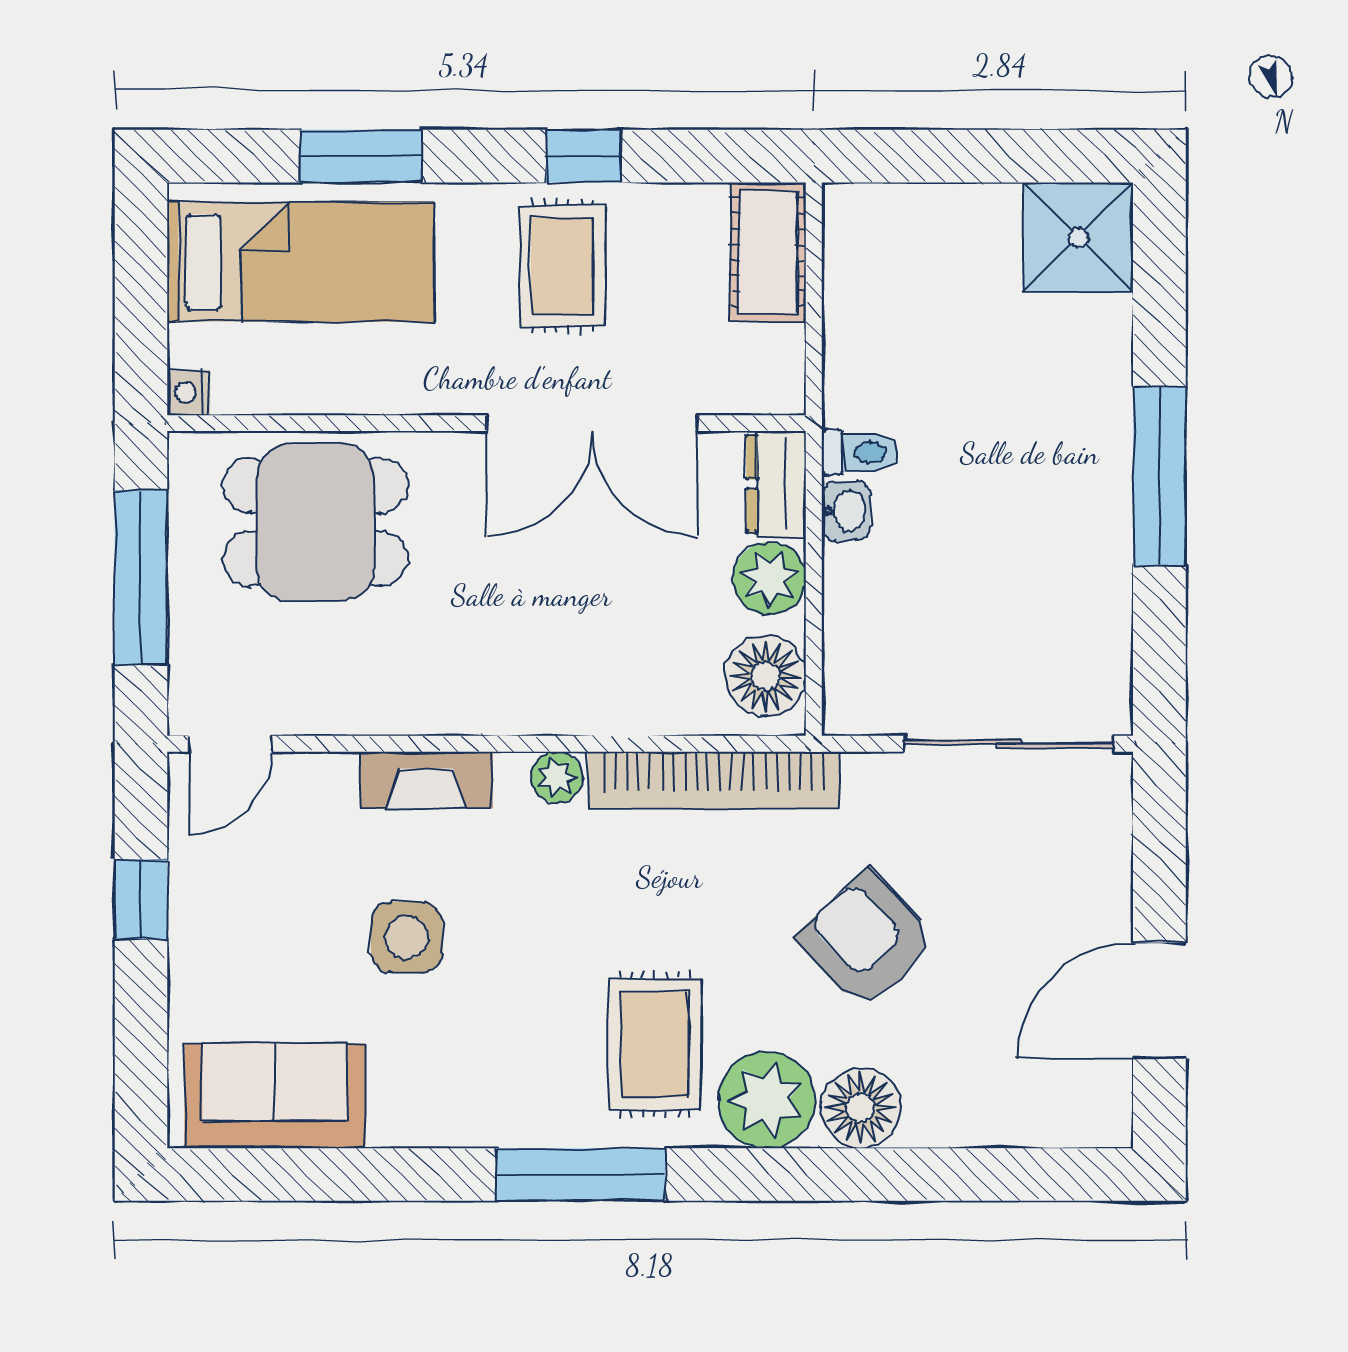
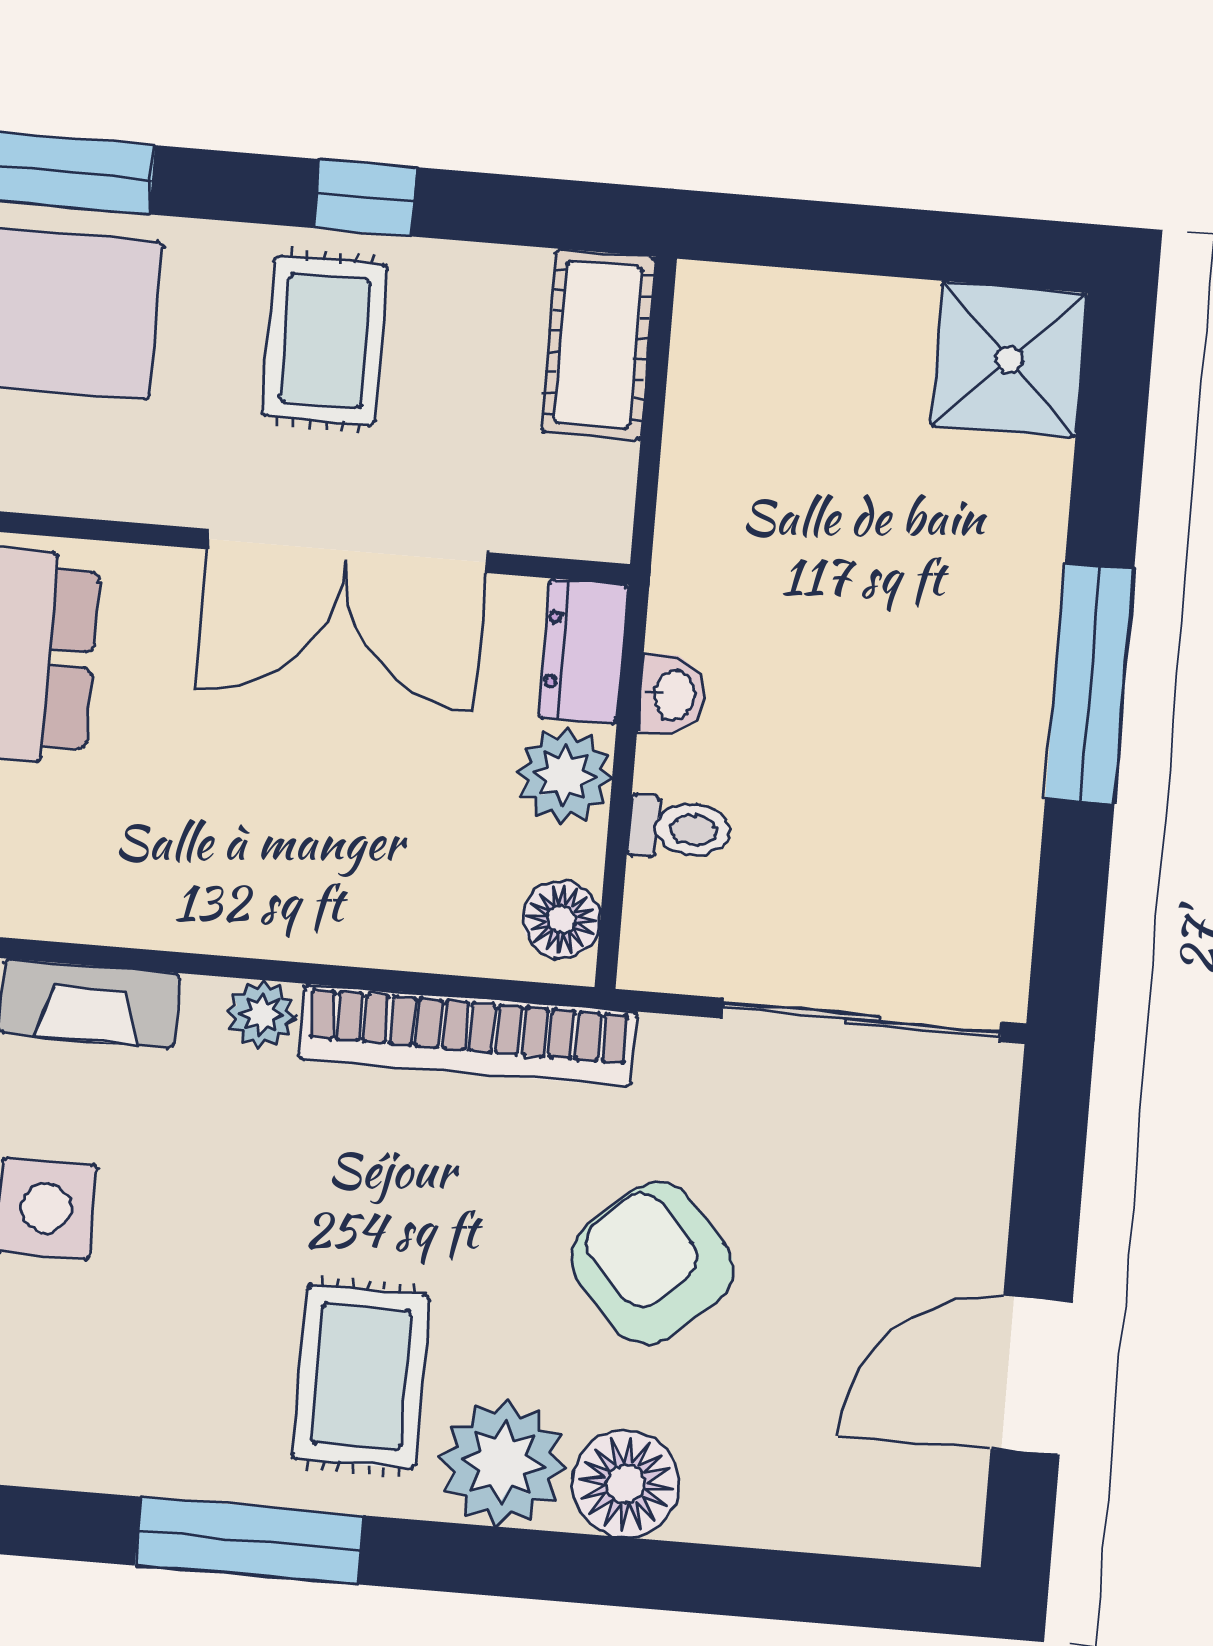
toilet: (860, 452) -> (679, 829), moved
floor lamp: (766, 676) -> (562, 919), width x0.73, depth x0.73

